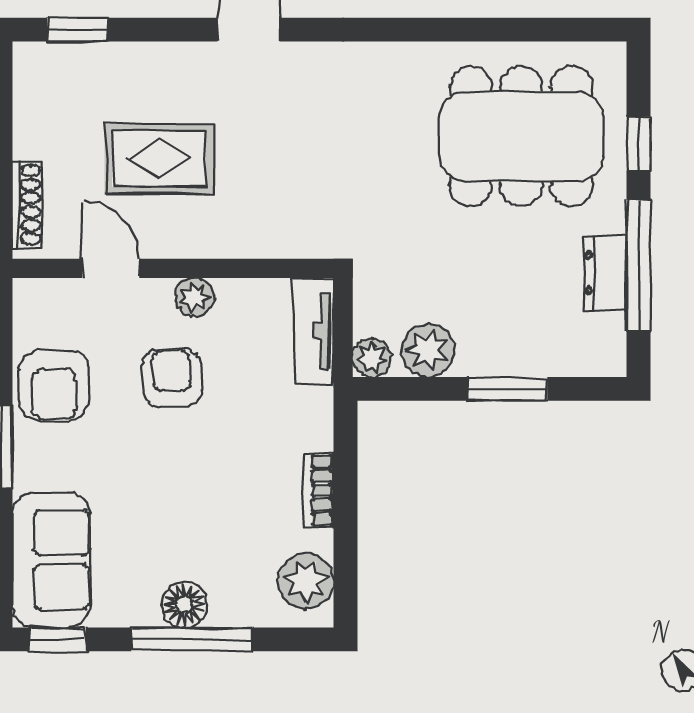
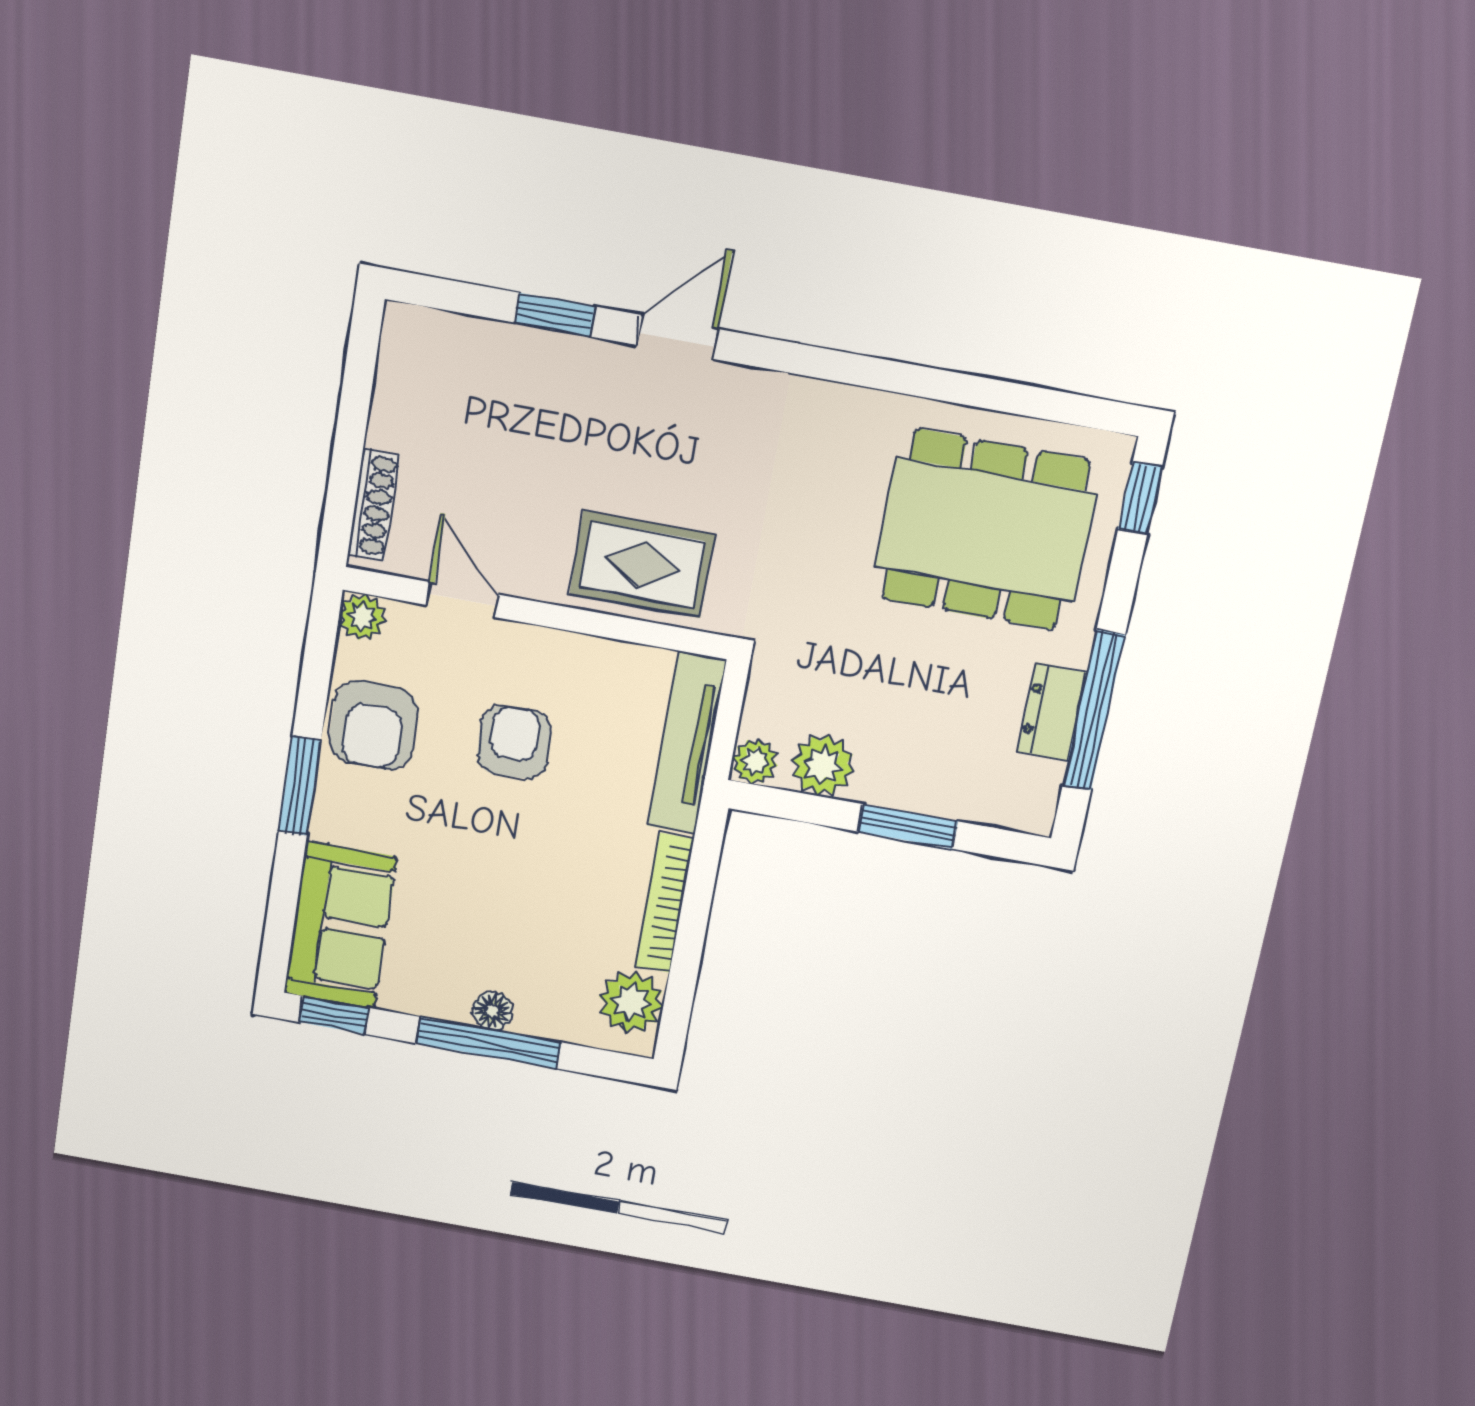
window: (78, 30) -> (555, 315), moved
window: (639, 144) -> (1140, 498), moved
rug: (159, 159) -> (642, 564), moved
plant: (195, 297) -> (362, 617), moved
tv unit: (313, 331) -> (687, 743), width x1.41
bookcase: (319, 491) -> (664, 903), width x1.56
floor lamp: (184, 605) -> (492, 1011), width x0.73, depth x0.73

